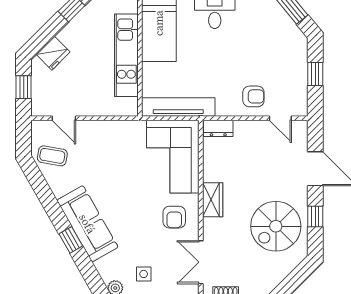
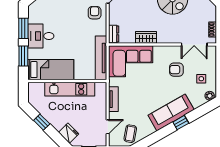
tv unit: (110, 128) -> (113, 99), added
wardrobe: (213, 200) -> (146, 37), moved
armchair: (174, 217) -> (176, 70), moved, turned 180

